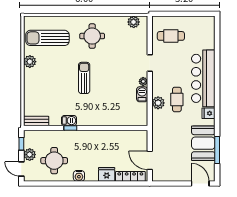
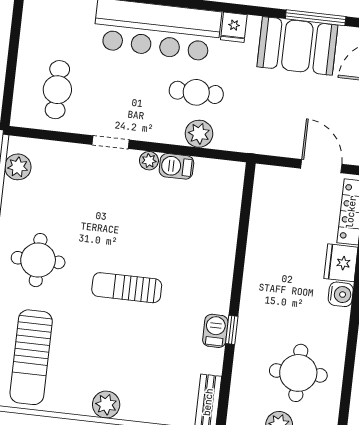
plant: (30, 62) -> (106, 405), moved
door: (150, 160) -> (321, 166), swing flipped
water cooler: (79, 176) -> (341, 294), moved

